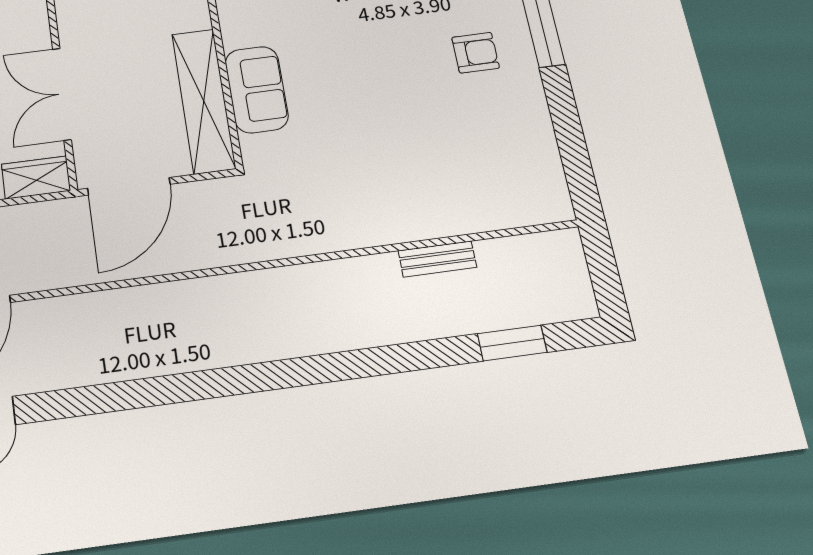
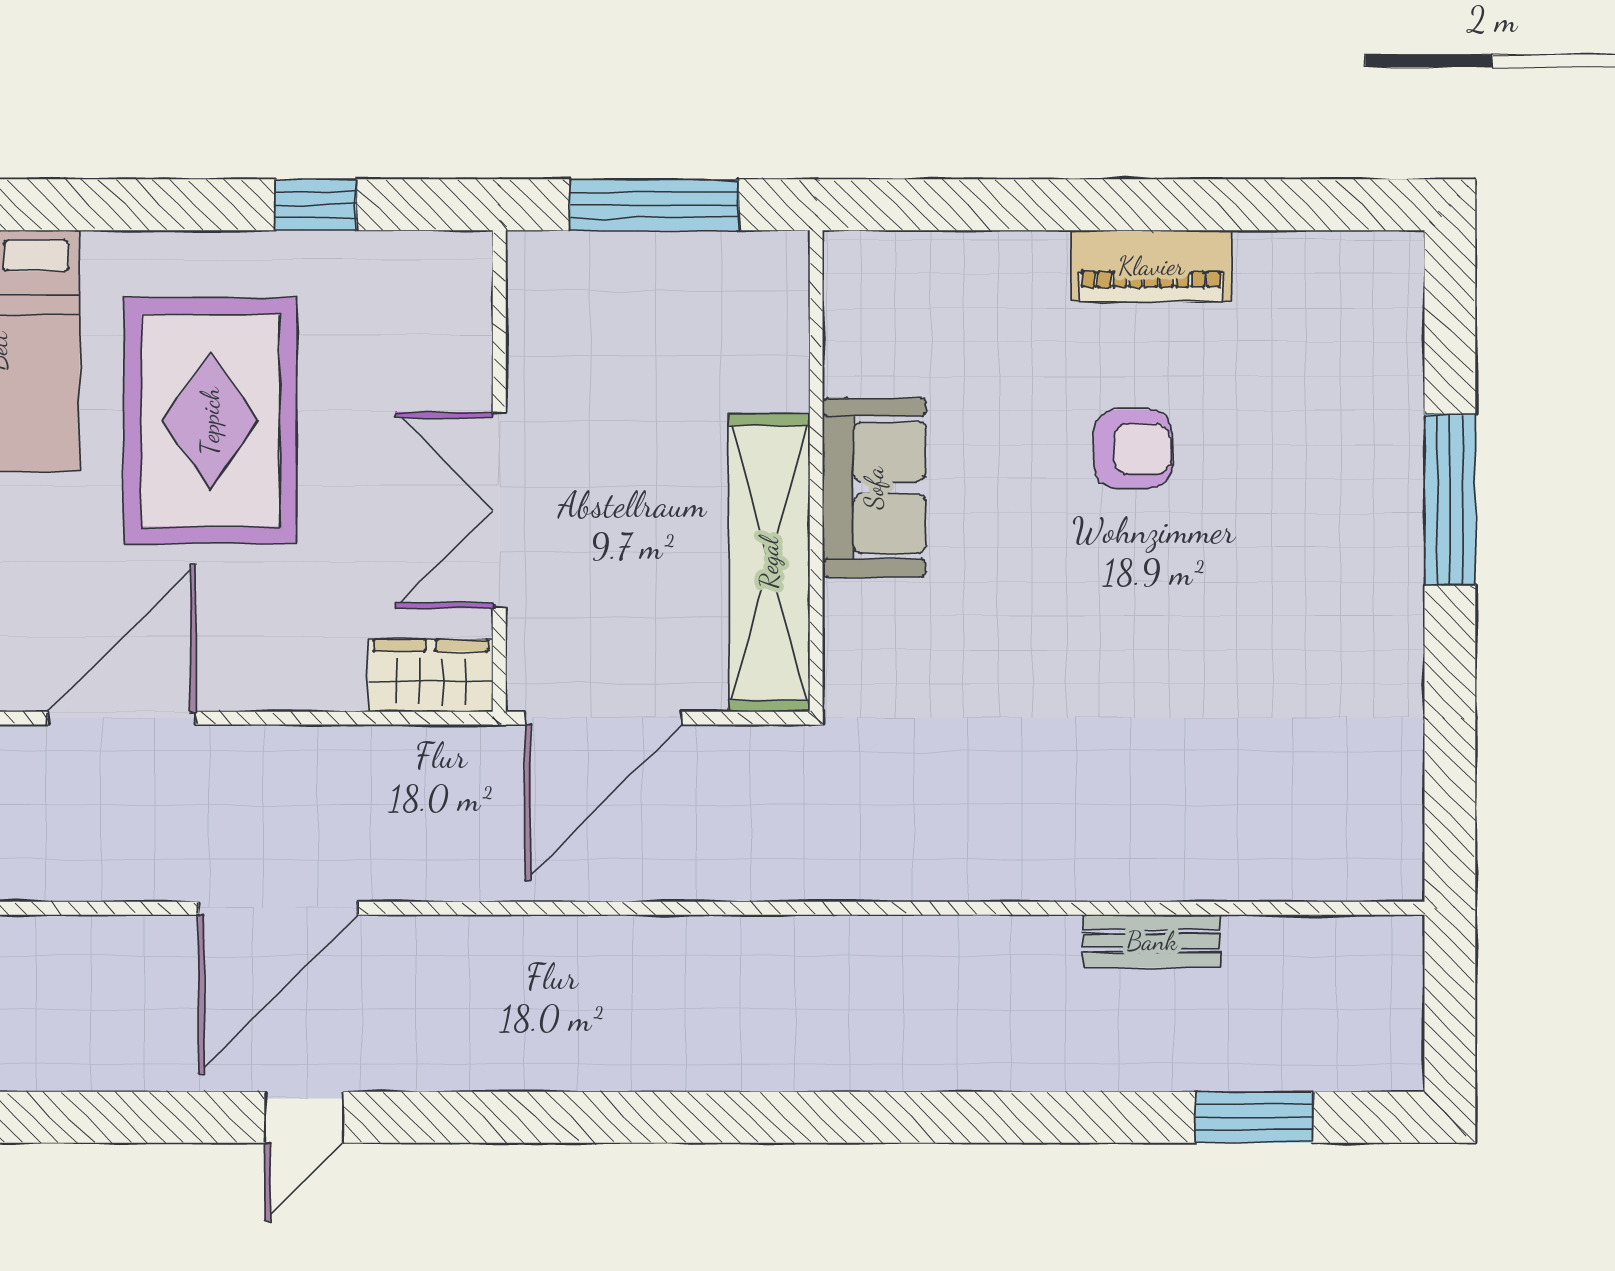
armchair: (476, 53) -> (1133, 449), moved
sofa: (257, 90) -> (874, 488), moved

